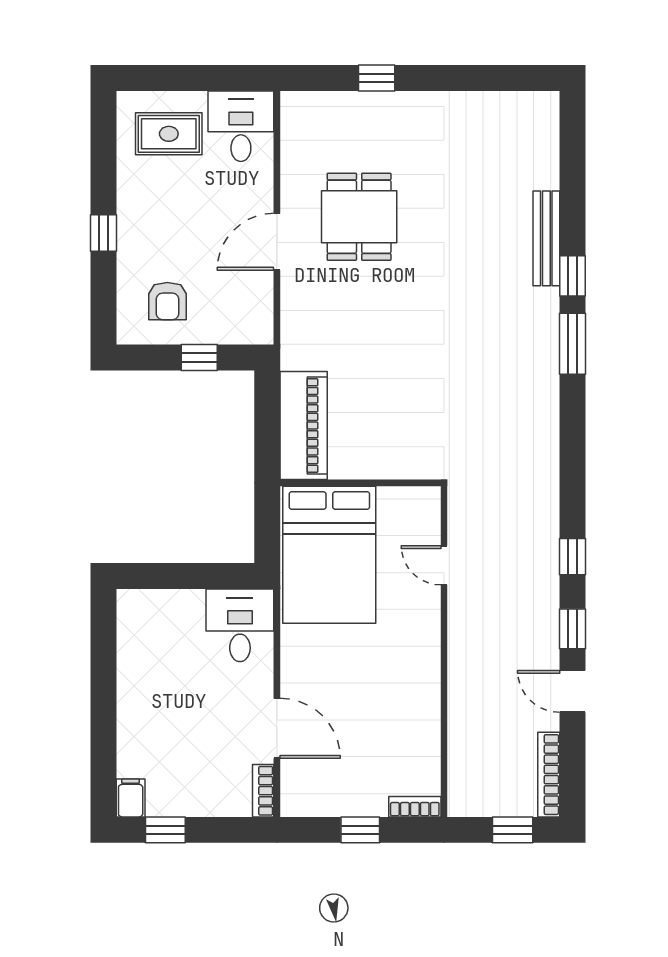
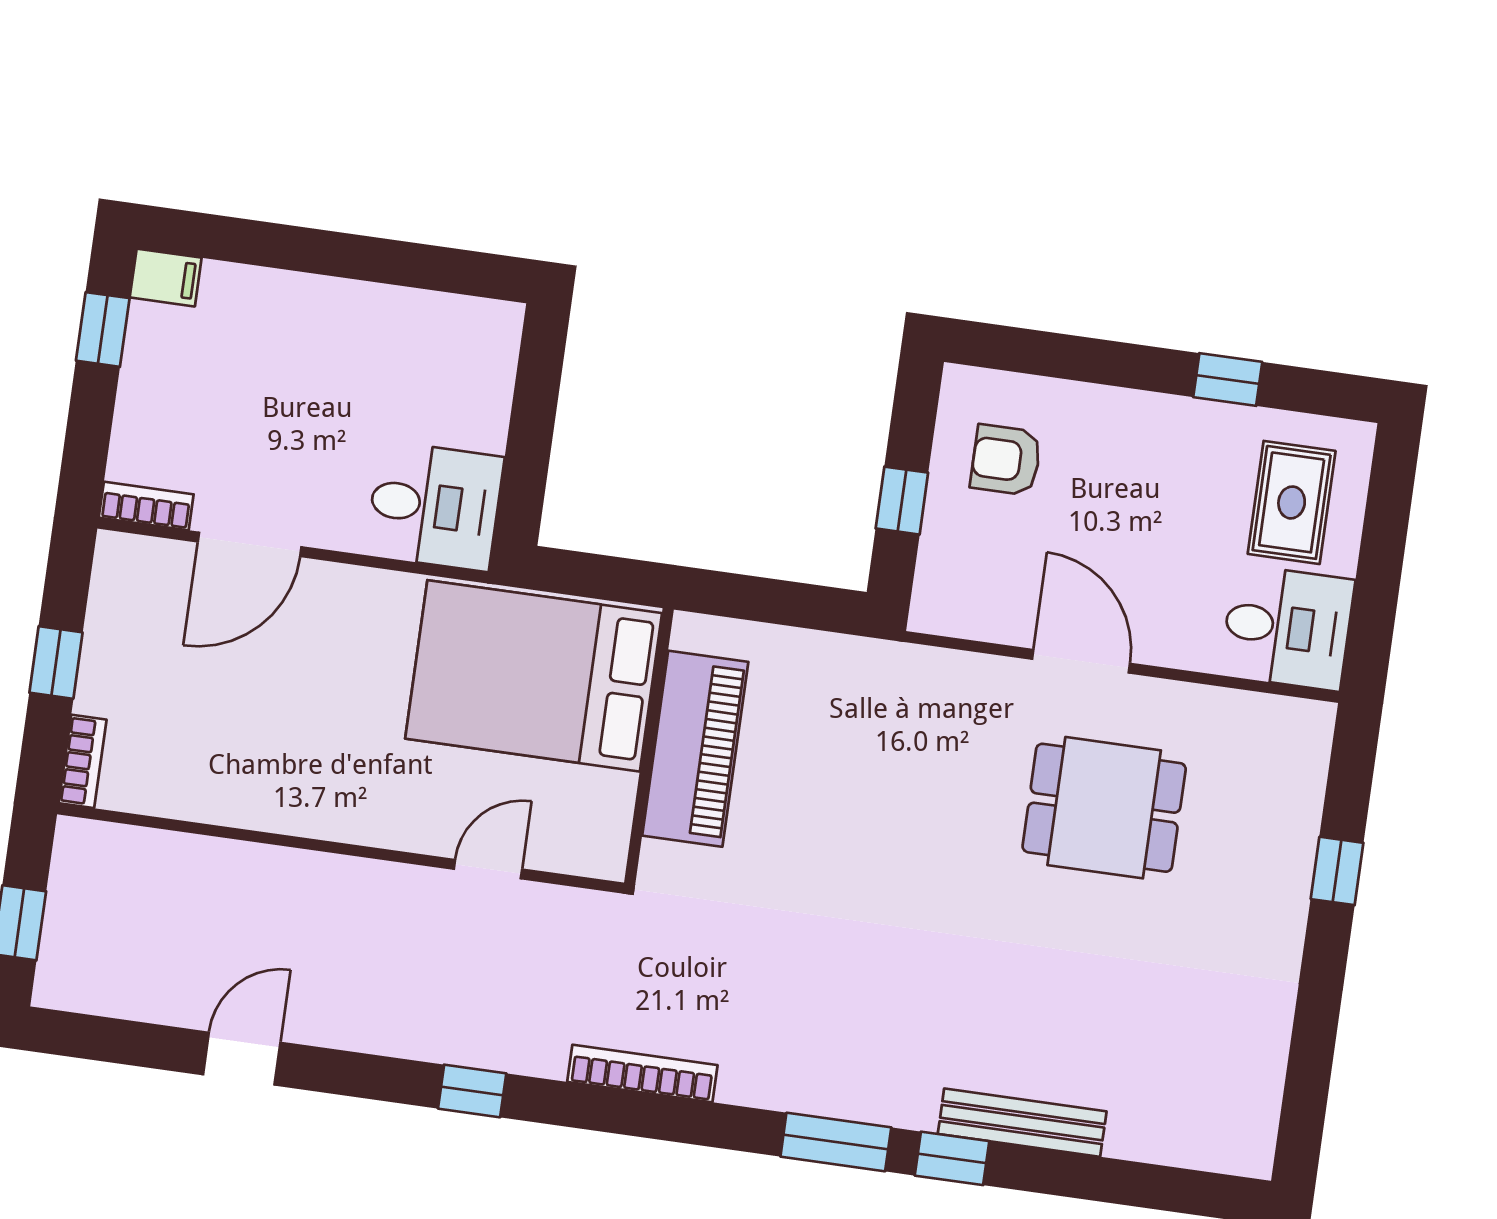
window: (103, 233) -> (1228, 380), moved
piano: (304, 426) -> (695, 749), moved, turned -90
window: (573, 629) -> (348, 1074), removed
bookcase: (549, 775) -> (642, 1073), moved

